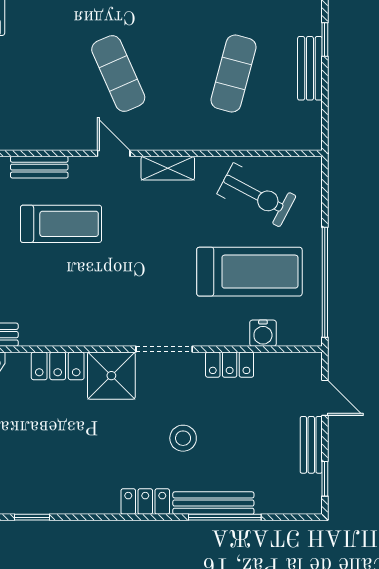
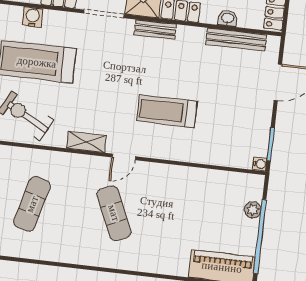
door: (114, 153) -> (124, 157), hinge flipped
bench: (39, 167) -> (155, 30), moved

